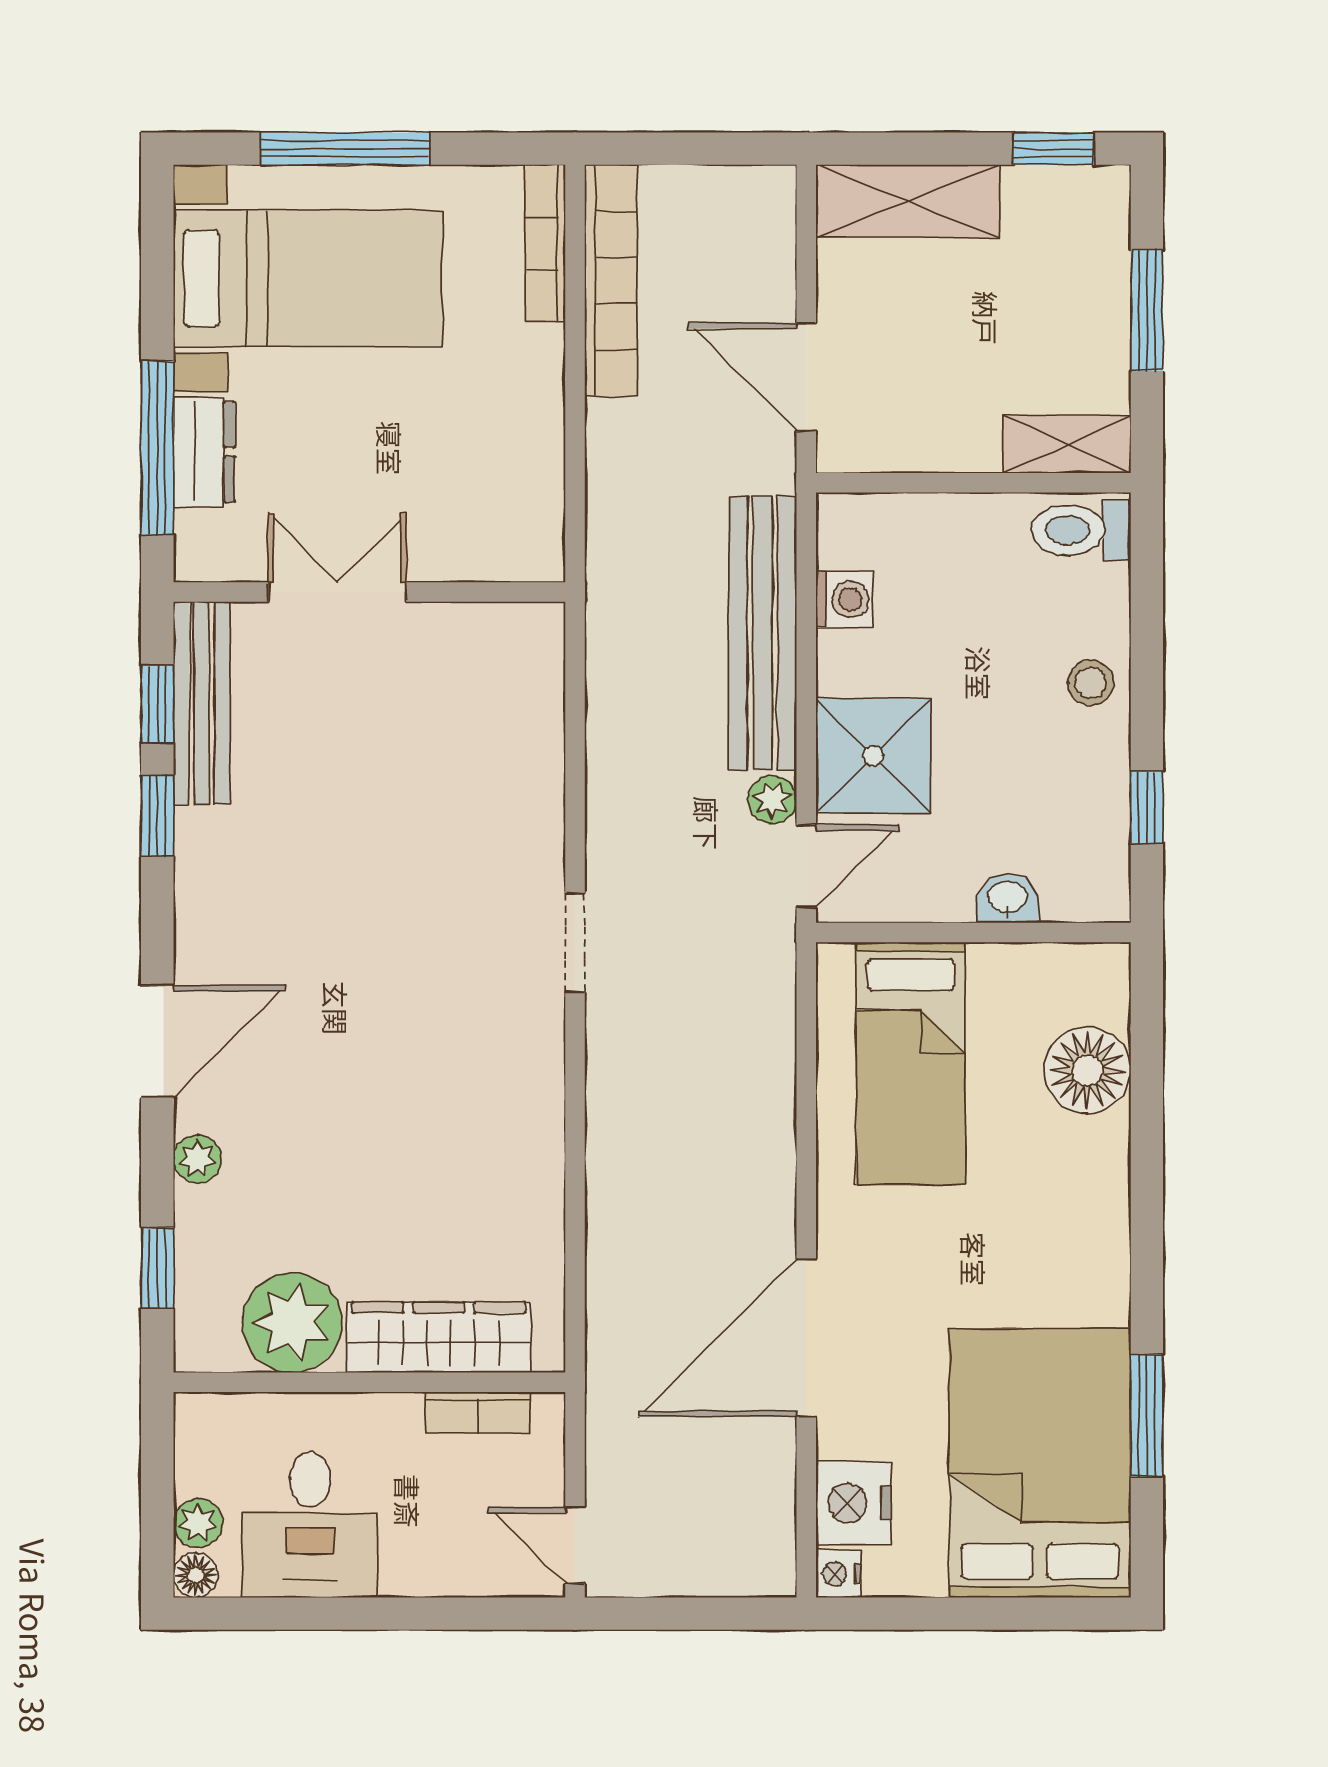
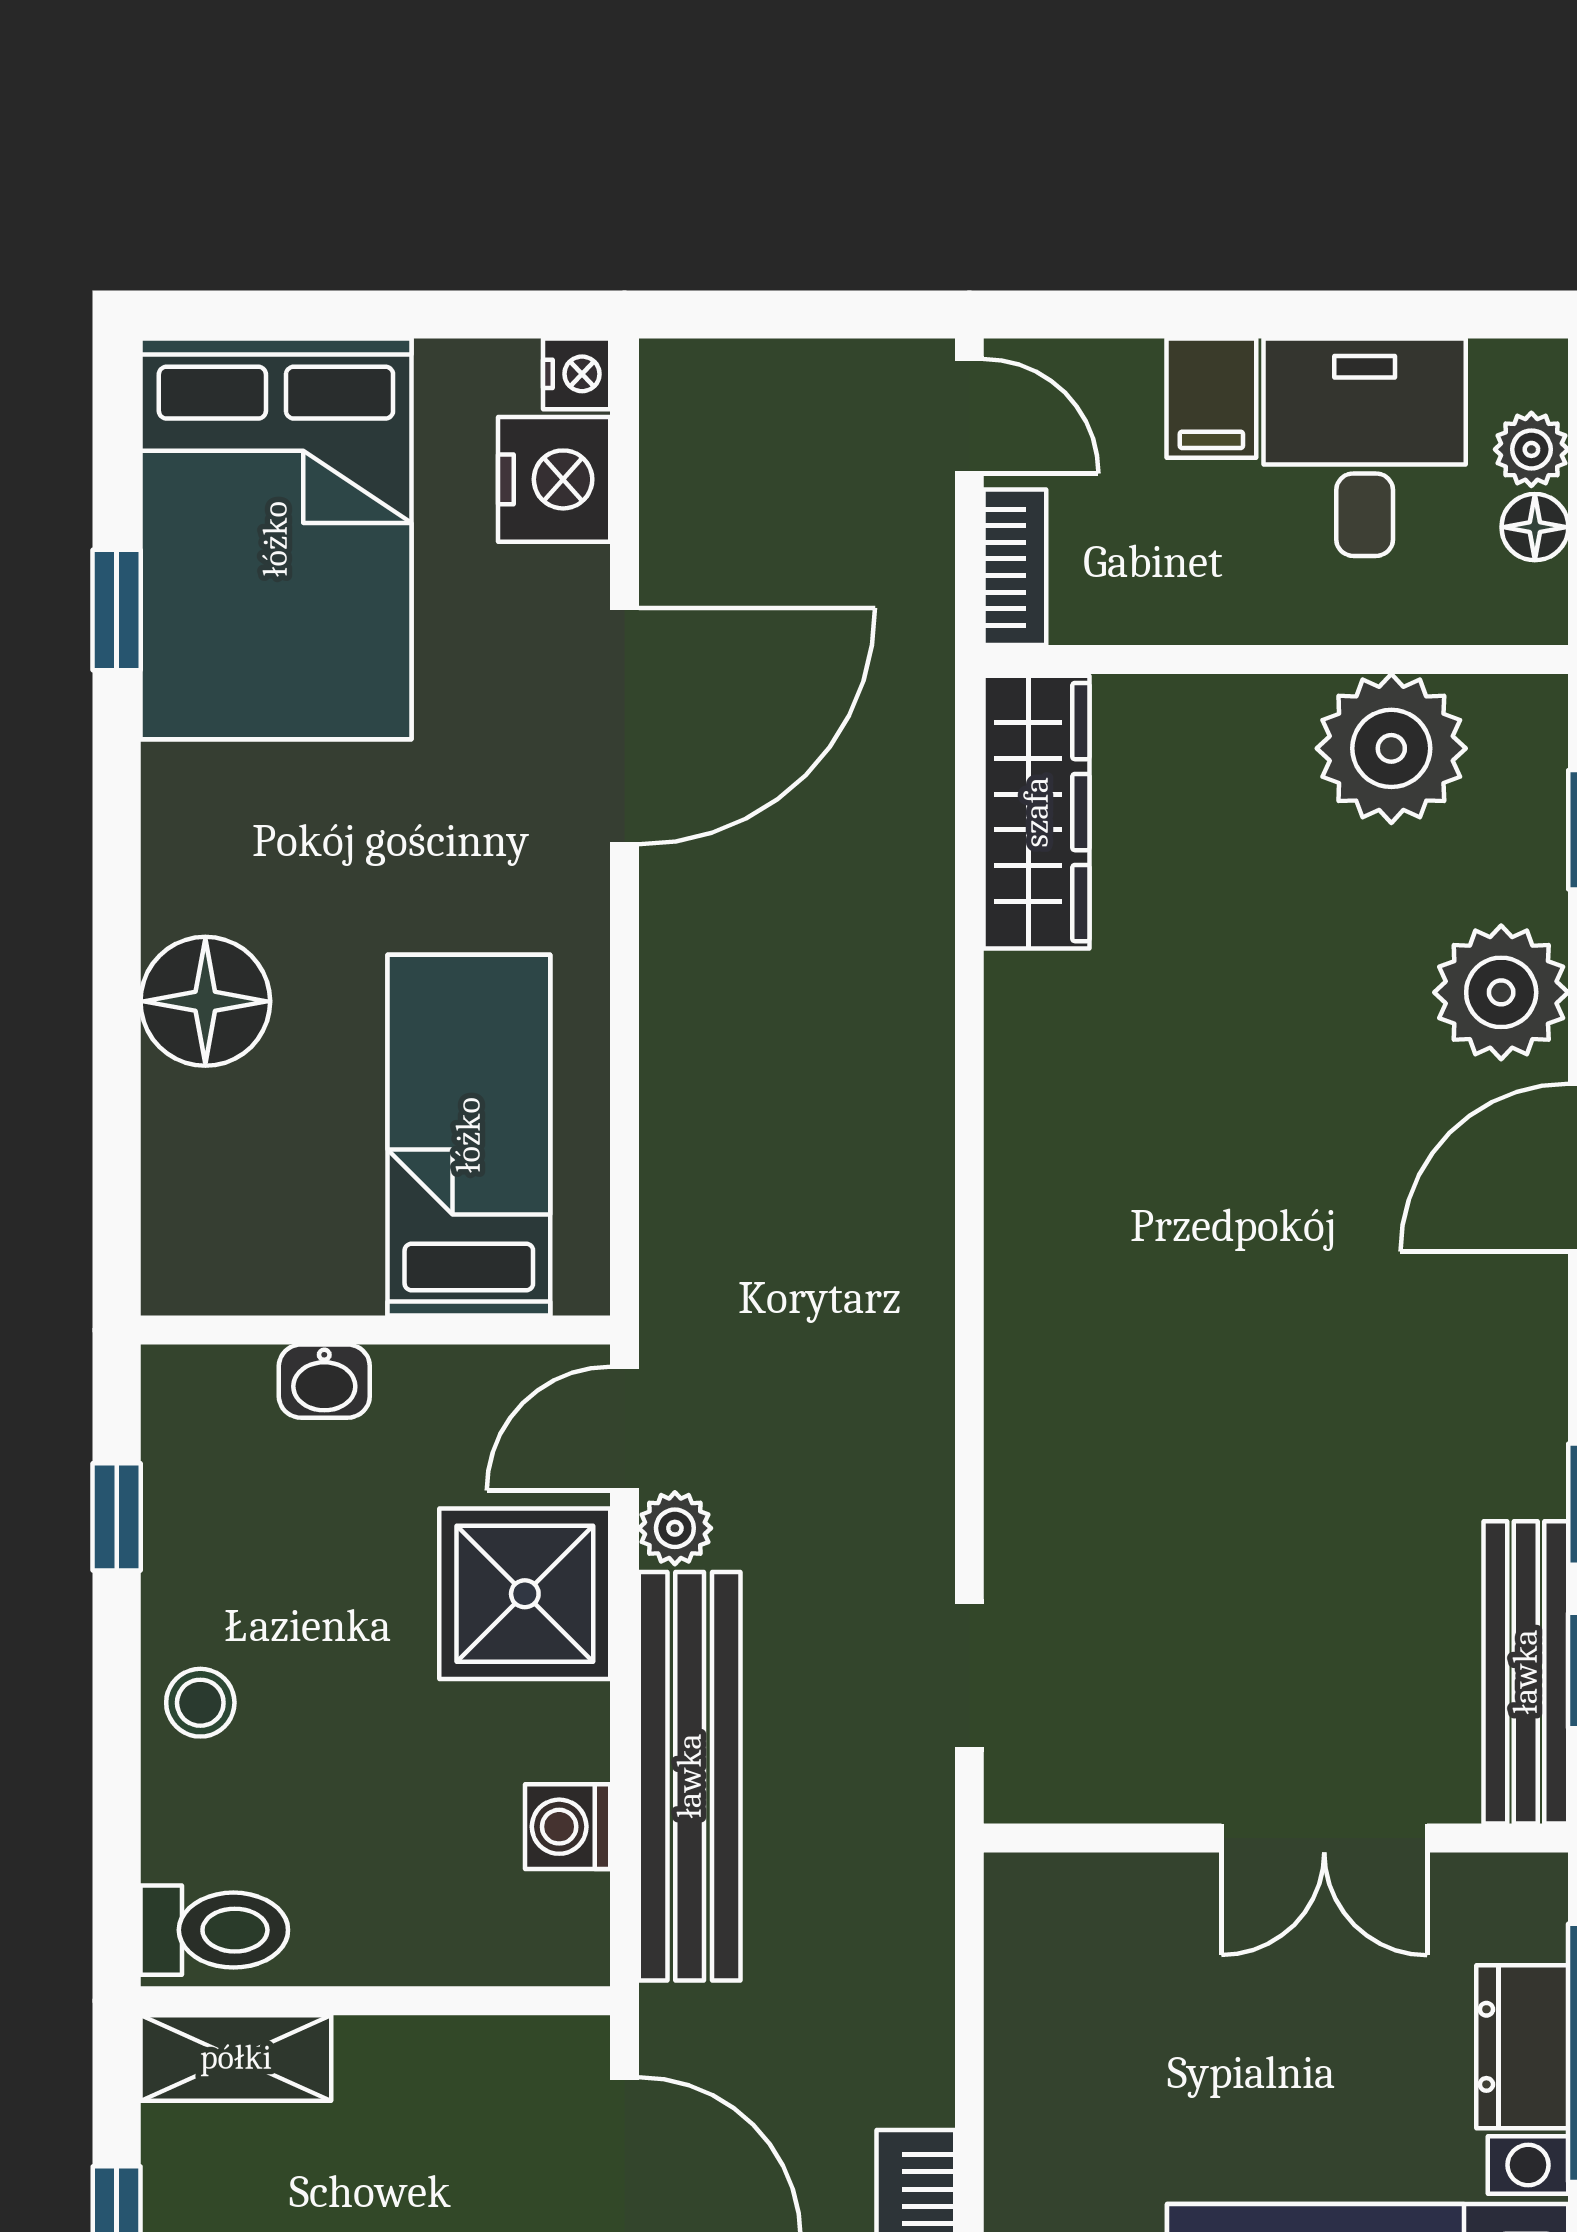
doorway: (575, 943) -> (969, 1676), moved
floor lamp: (1087, 1070) -> (205, 1001), moved
plant: (197, 1159) -> (1501, 992), width x1.88, depth x1.88
wardrobe: (439, 1337) -> (1037, 812), moved, turned -90
bookcase: (478, 1413) -> (1015, 567), moved, turned 90
window: (1147, 1415) -> (117, 610), width x0.67
filing cabinet: (413, 1558) -> (1211, 398), added
floor lamp: (196, 1575) -> (1535, 527), moved

